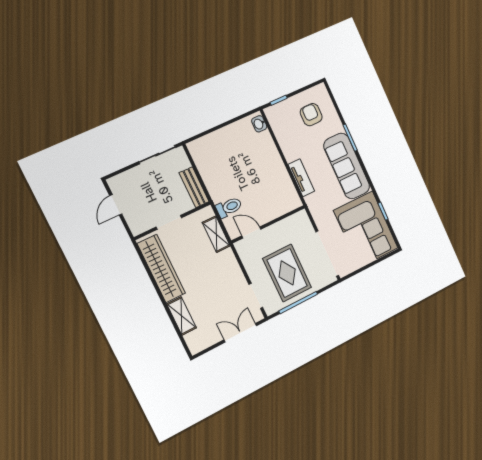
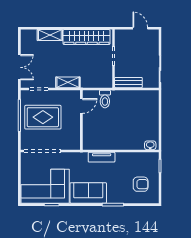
sofa: (347, 166) -> (88, 193), width x0.73
shelving: (216, 234) -> (68, 82), moved

